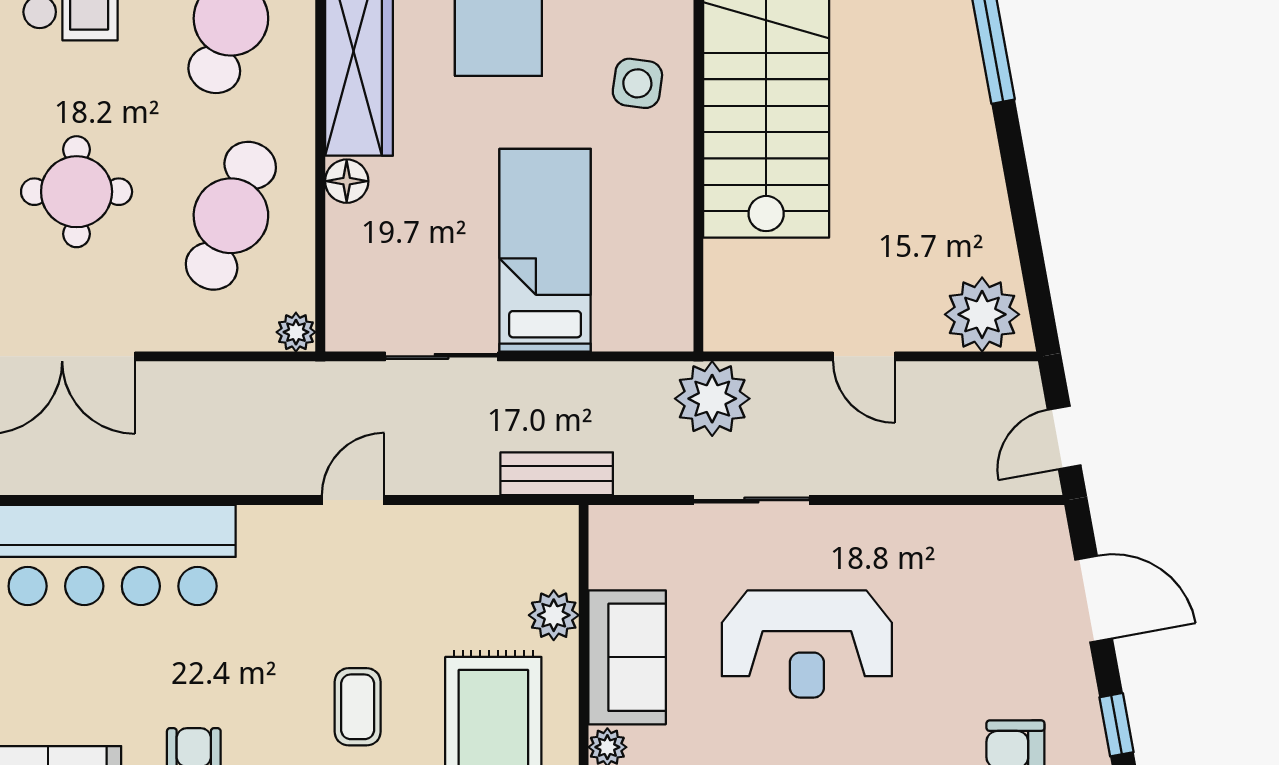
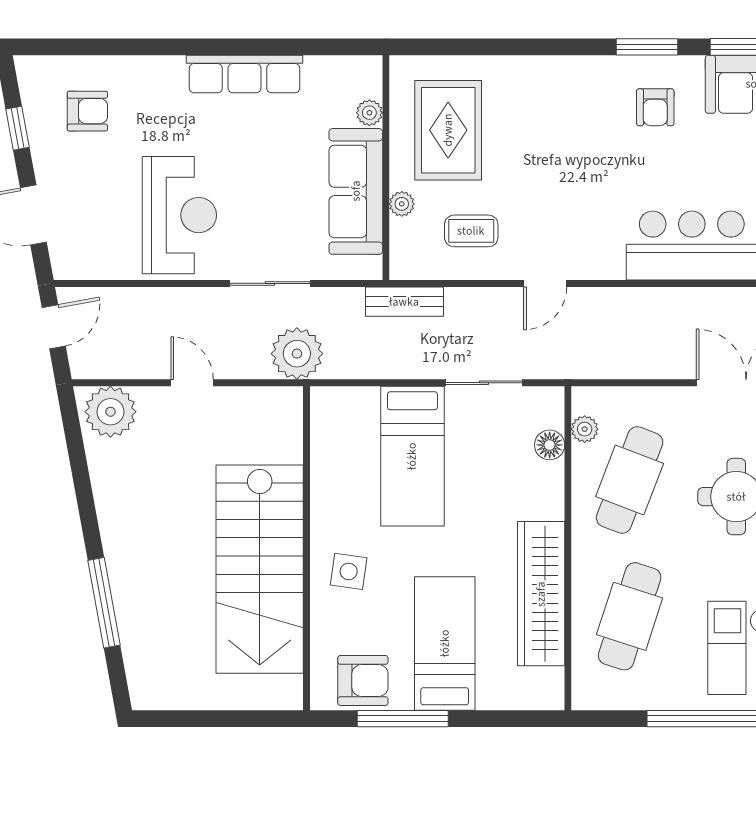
floor lamp: (347, 181) -> (550, 445), moved
plant: (296, 332) -> (585, 429), moved
plant: (554, 615) -> (402, 204), width x0.73, depth x0.73
reception desk: (807, 644) -> (179, 215), moved, turned 90
sofa: (627, 657) -> (356, 191), width x1.36
coffee table: (358, 707) -> (471, 231), moved, turned 90

